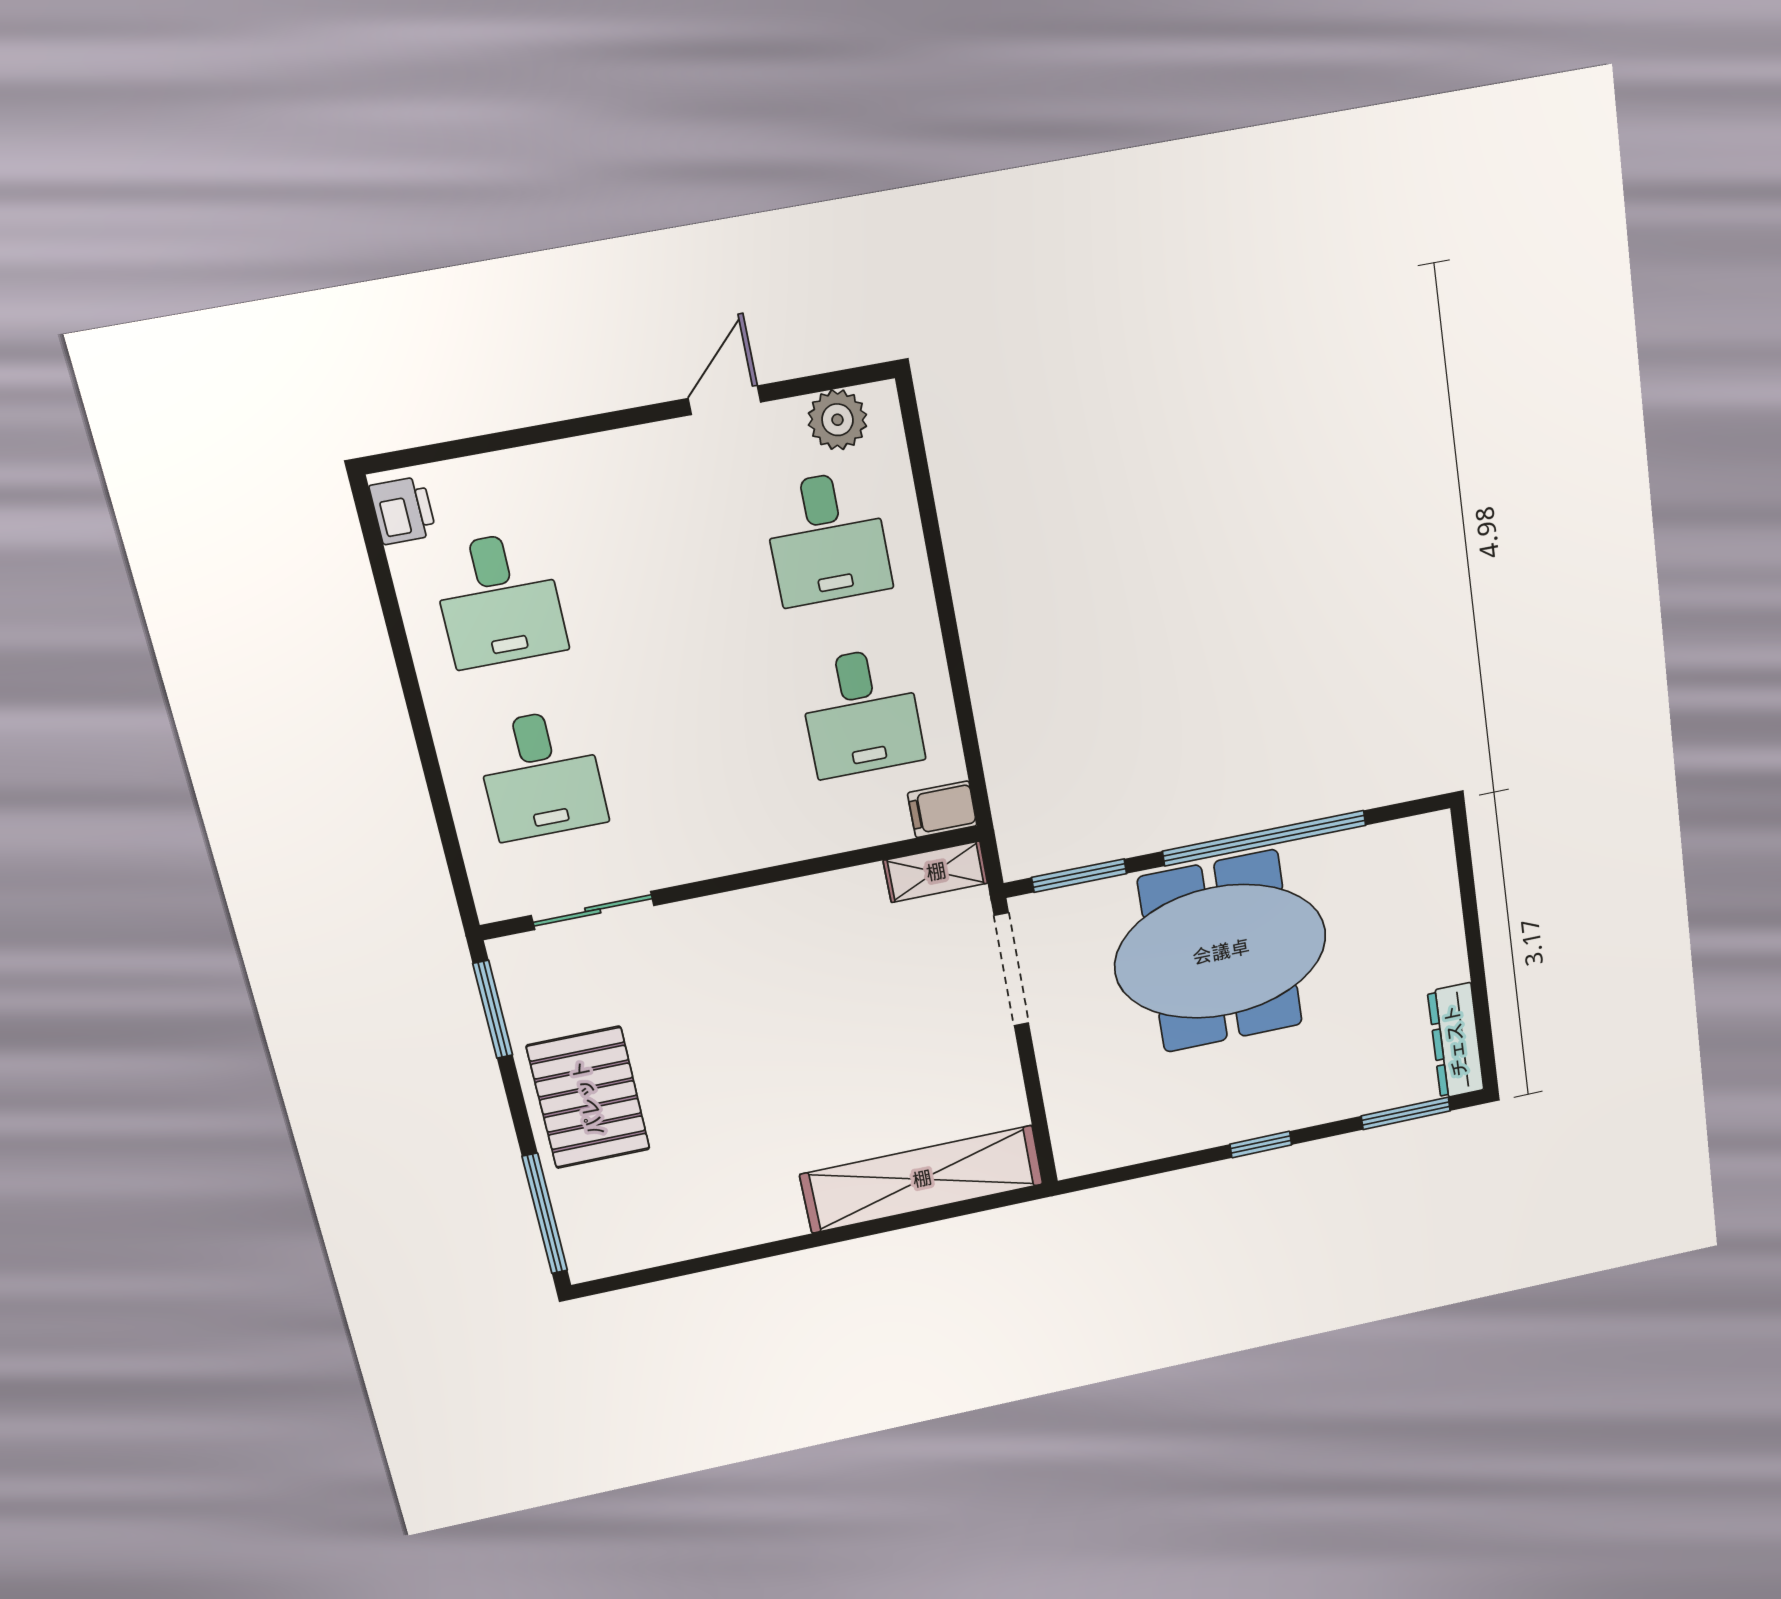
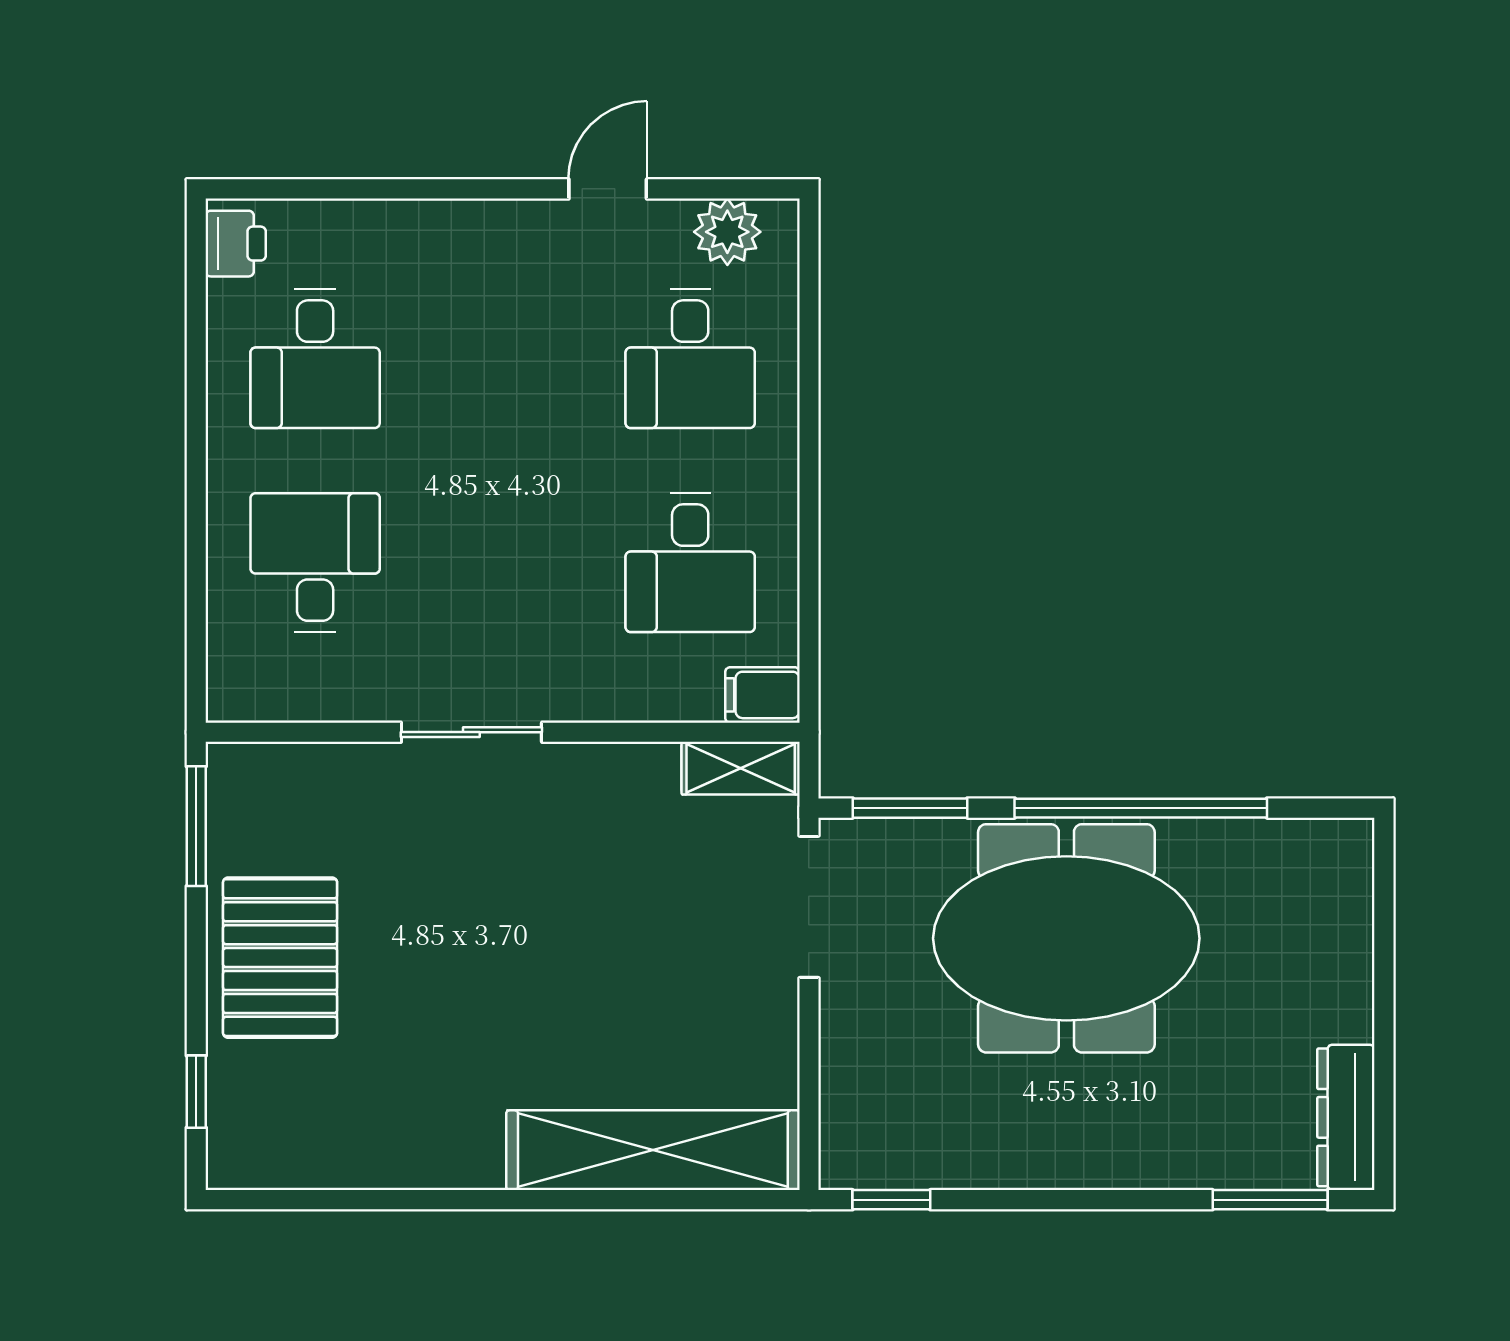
desk: (541, 775) -> (315, 563), turned 180
sliding door: (593, 910) -> (471, 732), moved
window: (1261, 1144) -> (891, 1200), moved
window: (545, 1214) -> (196, 1092), width x0.46

